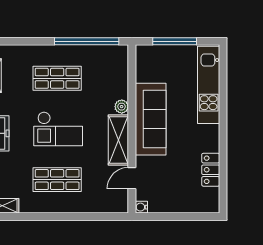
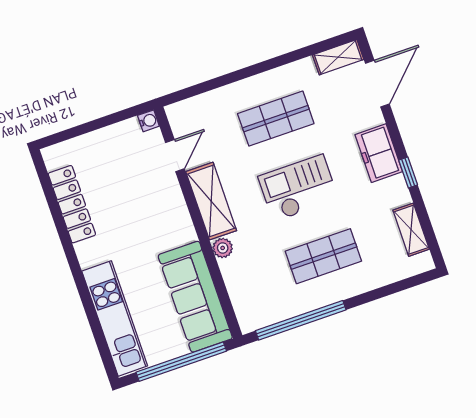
window: (175, 41) -> (181, 362), width x1.46
sofa: (151, 119) -> (195, 297), moved
locker: (211, 170) -> (72, 204), width x1.53

